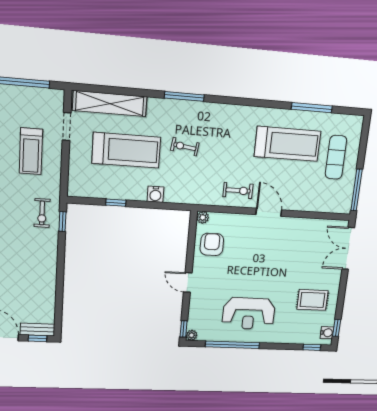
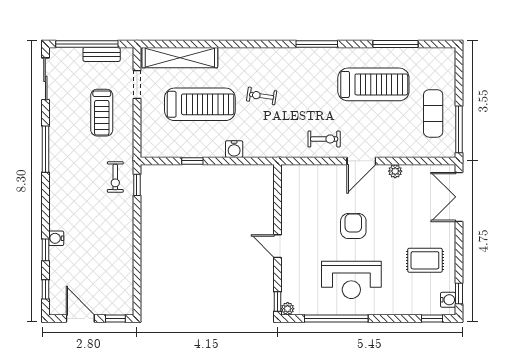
window: (184, 96) -> (317, 44), moved
exercise mat: (336, 157) -> (433, 113), moved
door: (269, 212) -> (361, 161), swing flipped
plant: (203, 217) -> (395, 171), moved
armchair: (212, 244) -> (353, 226), moved
bench: (38, 329) -> (102, 54), moved

